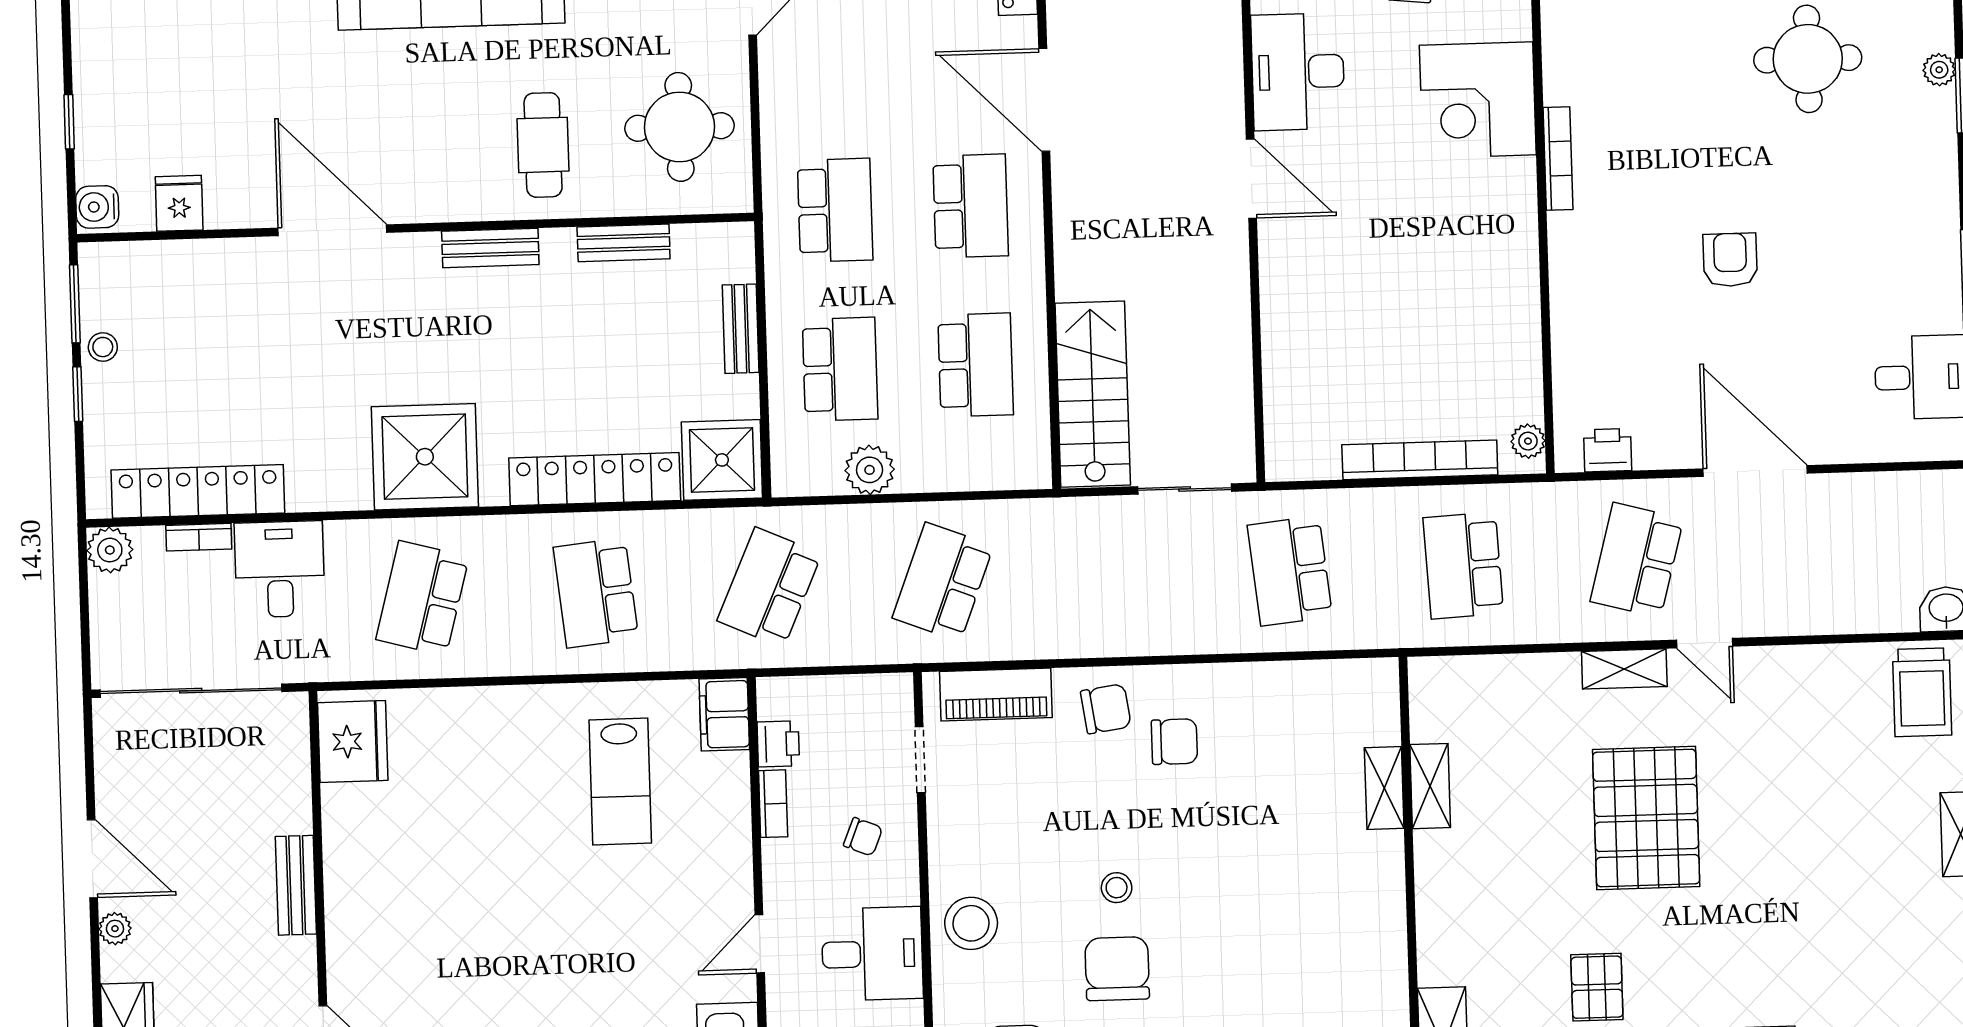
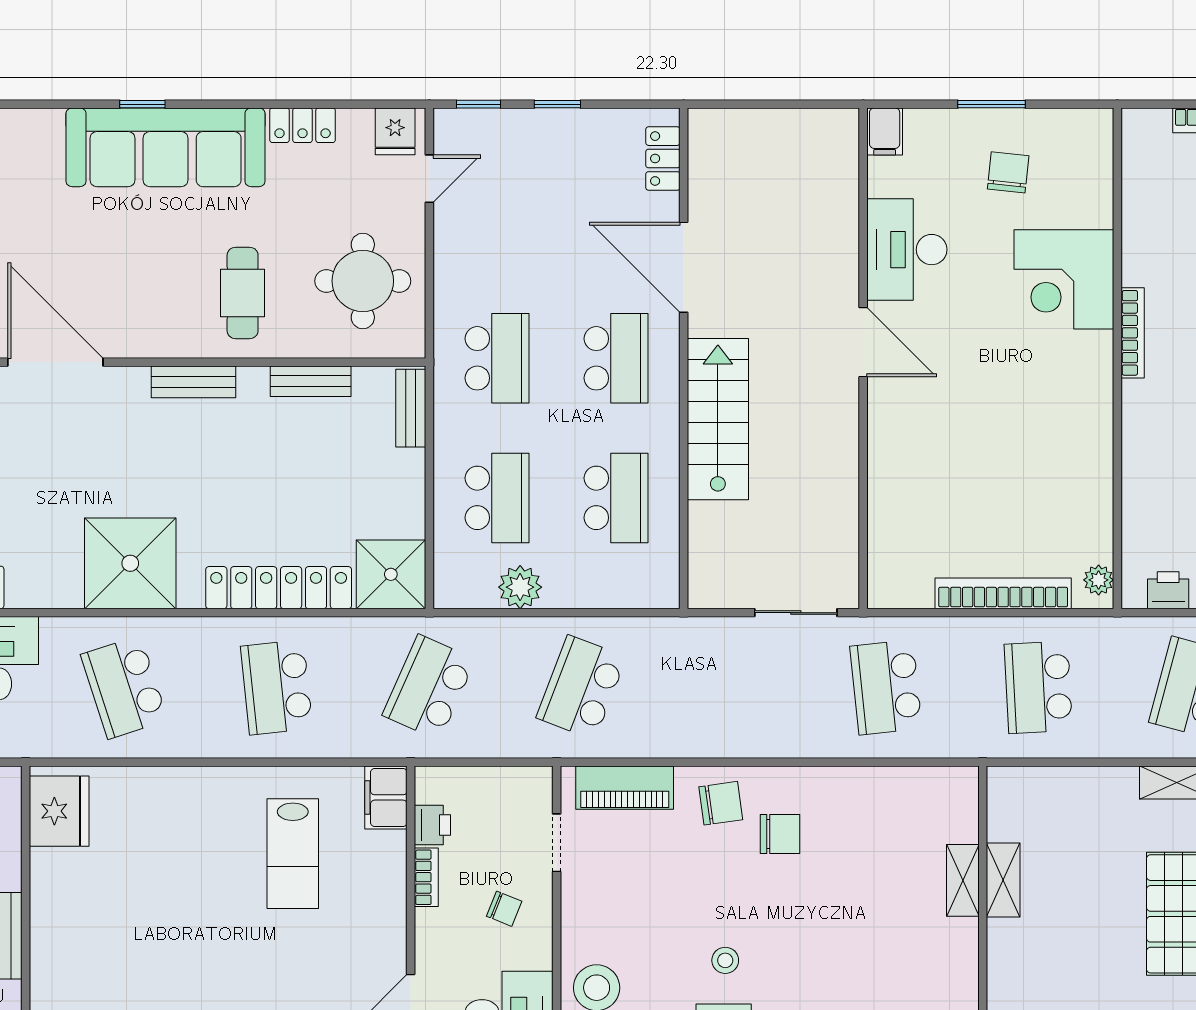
bench: (741, 329) -> (411, 408), moved
stairs: (1093, 394) -> (718, 419), moved
school desk: (422, 598) -> (124, 687), turned -33

